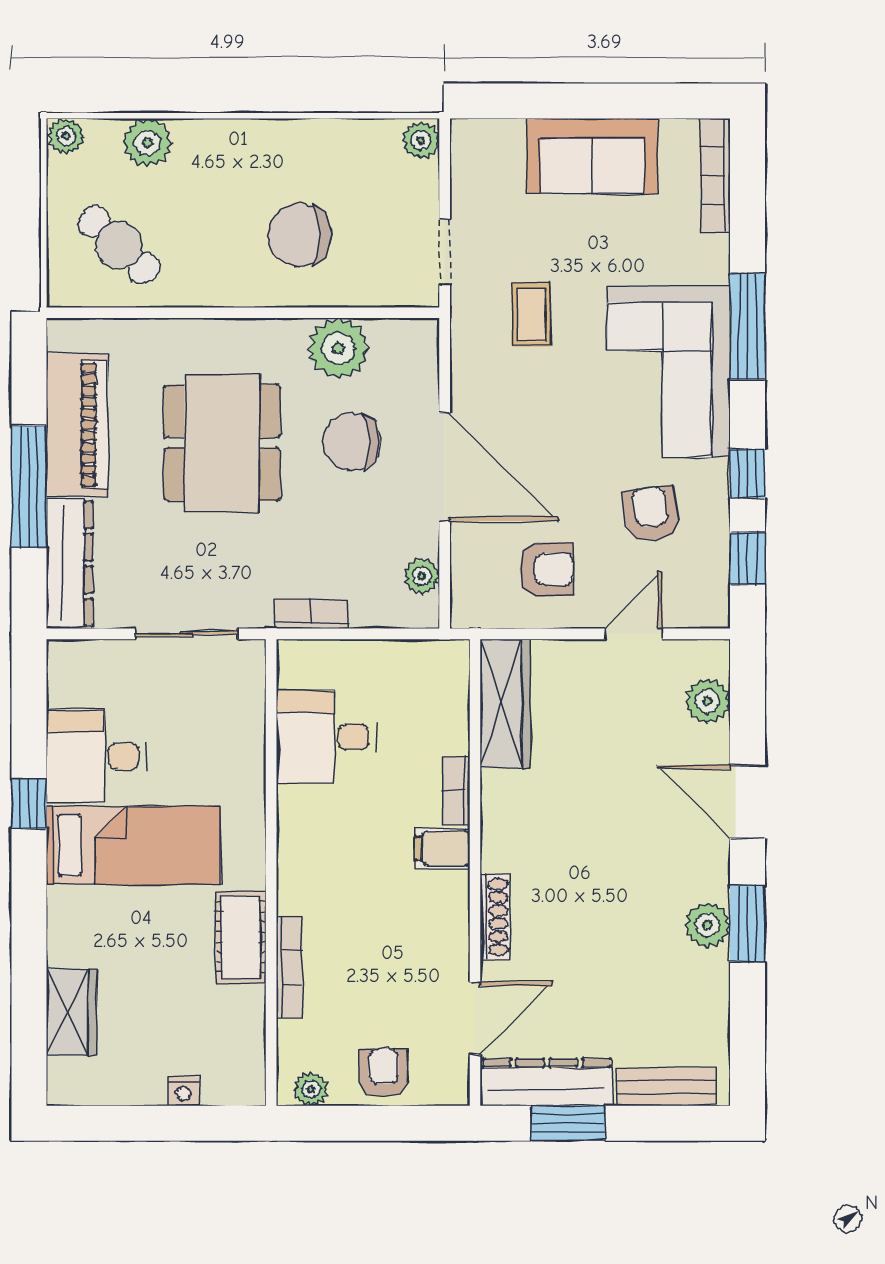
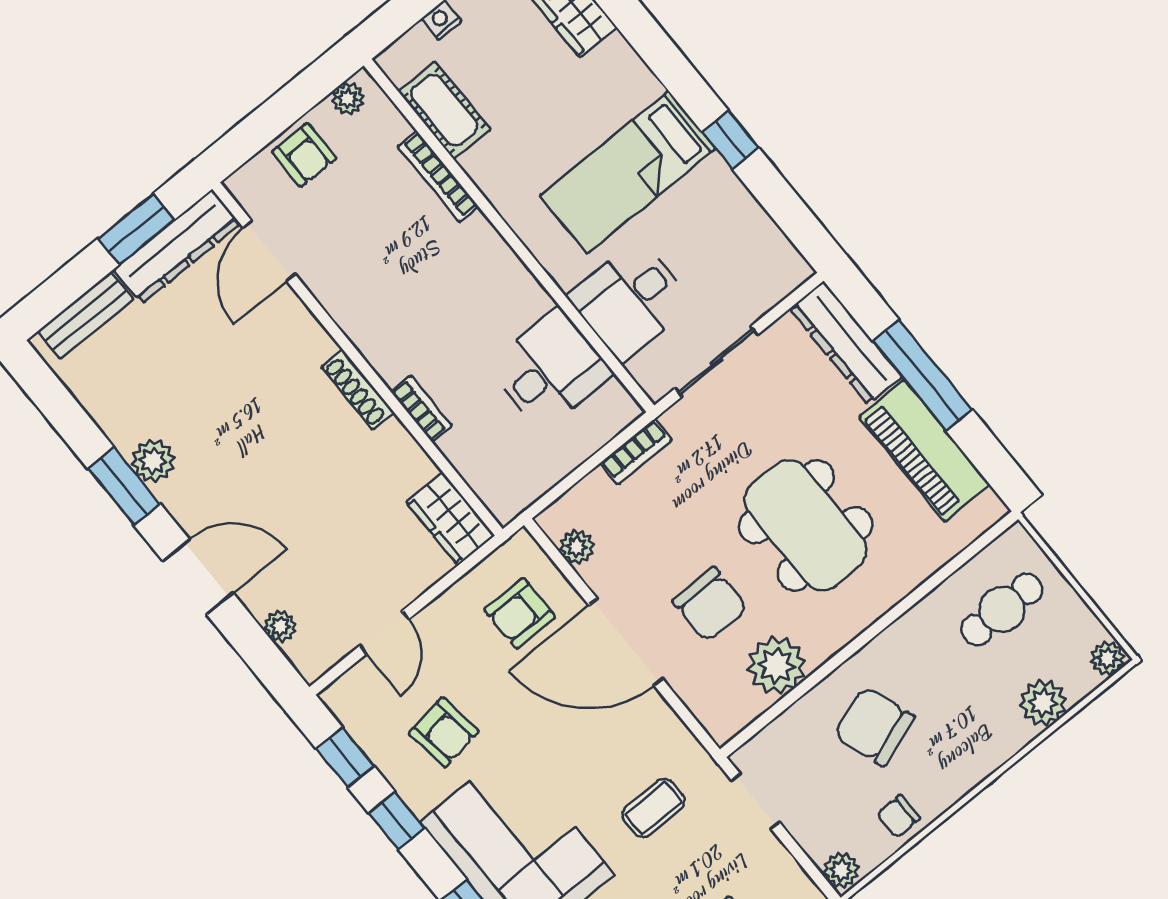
chair: (339, 146) -> (898, 816), added
chair: (299, 235) -> (874, 726), turned -109
cafe table: (119, 245) -> (1002, 609), turned -43
coffee table: (532, 314) -> (653, 808), turned 90
chair: (352, 442) -> (710, 604), turned 90
armchair: (546, 569) -> (520, 613), moved
plant: (708, 701) -> (280, 626), width x0.73, depth x0.73
wardrobe: (505, 704) -> (450, 519), width x0.67
desk: (96, 756) -> (630, 300), moved, turned 180
filing cabinet: (442, 848) -> (396, 357), removed
shoe rack: (495, 917) -> (358, 390), moved
cot: (241, 937) -> (444, 110), moved

